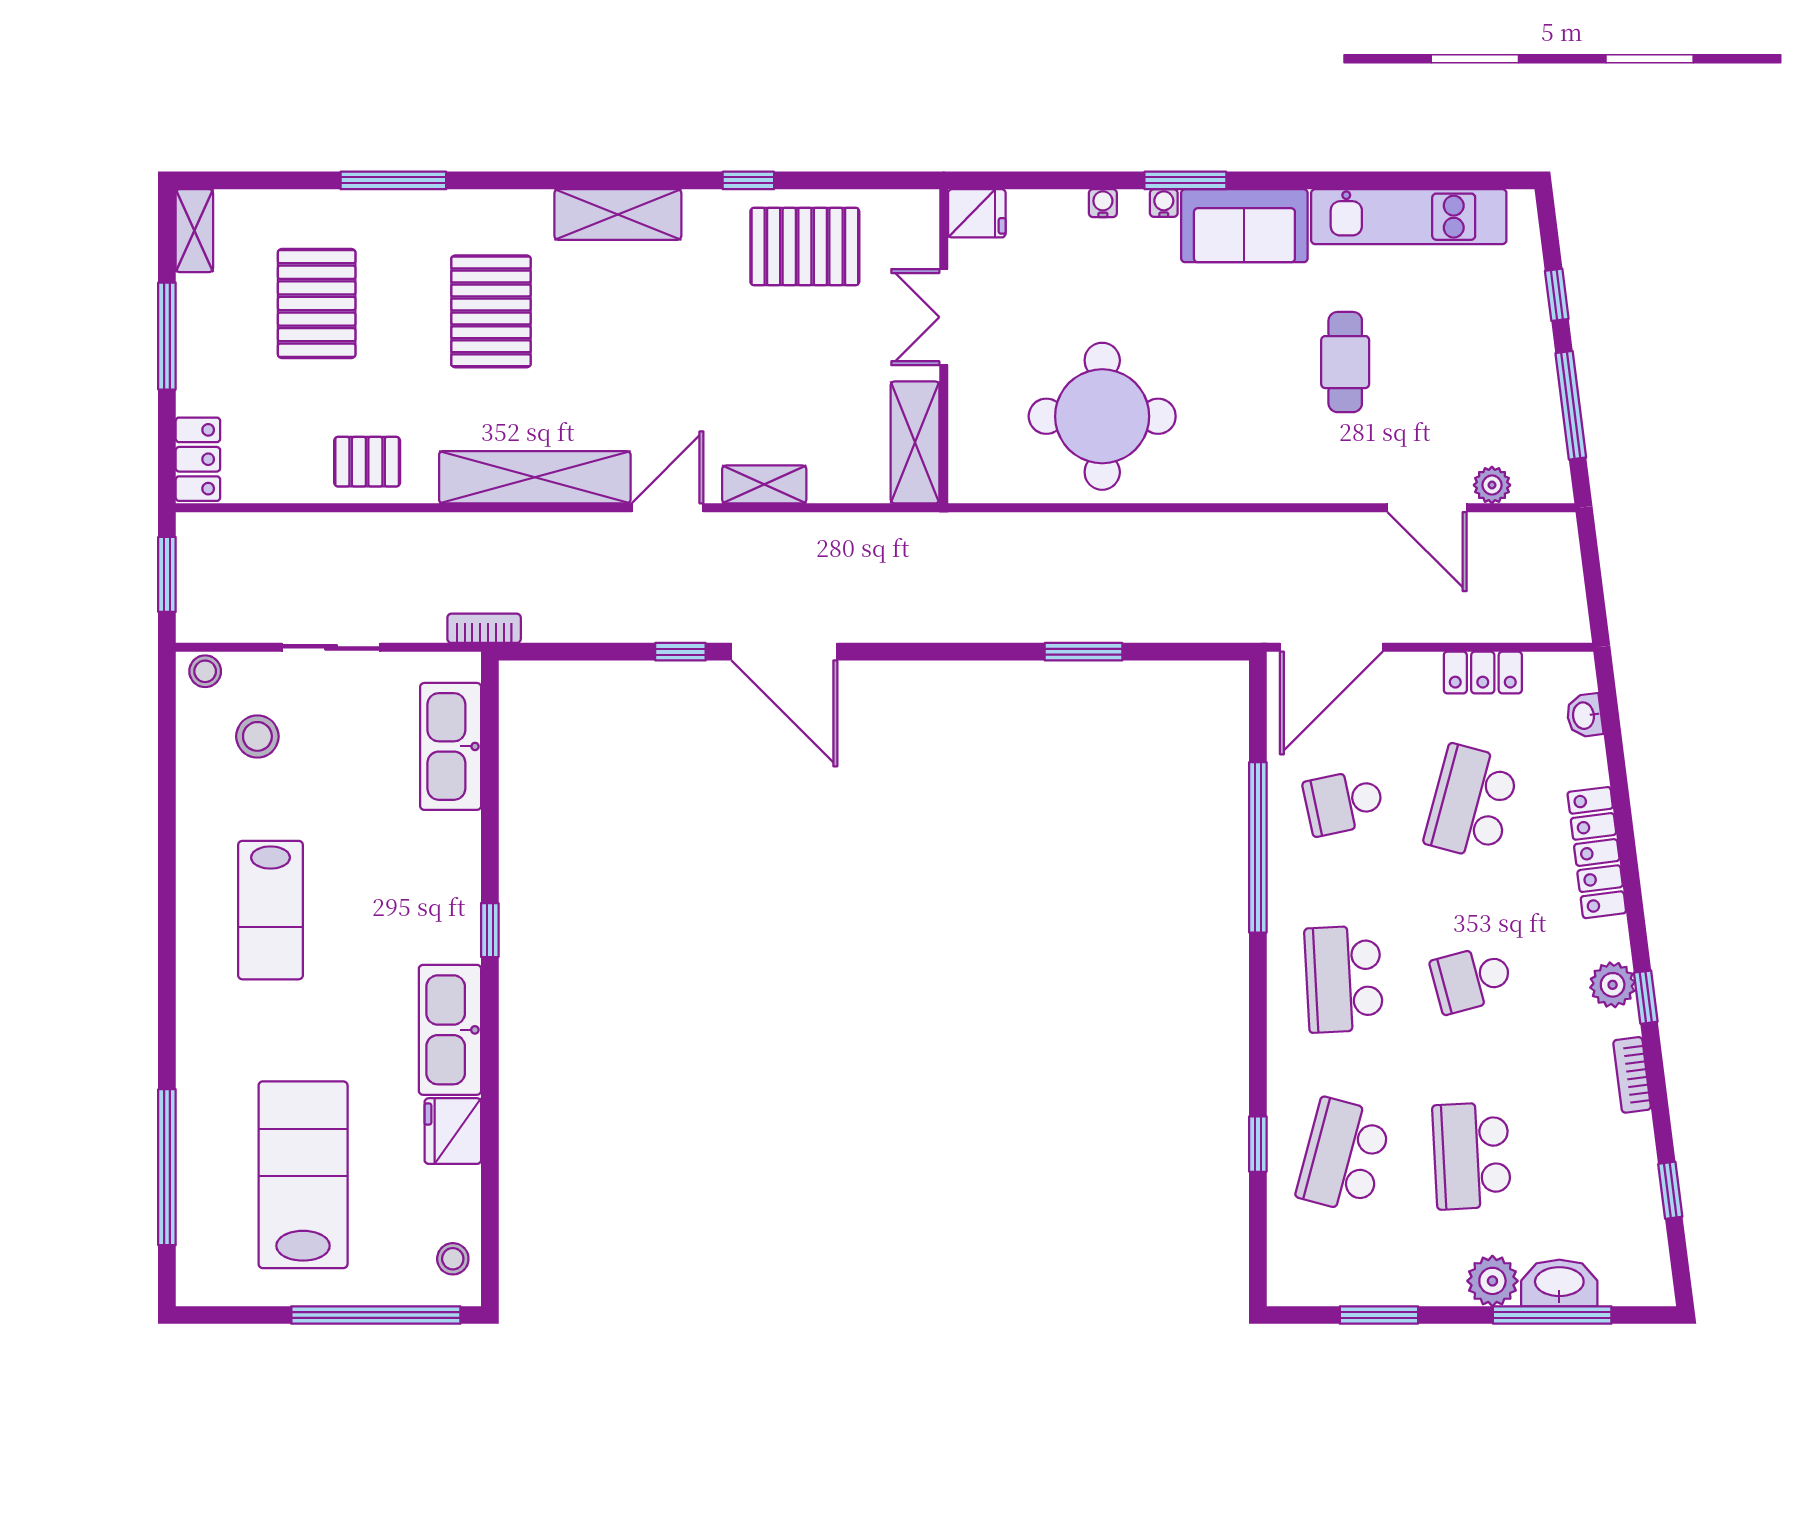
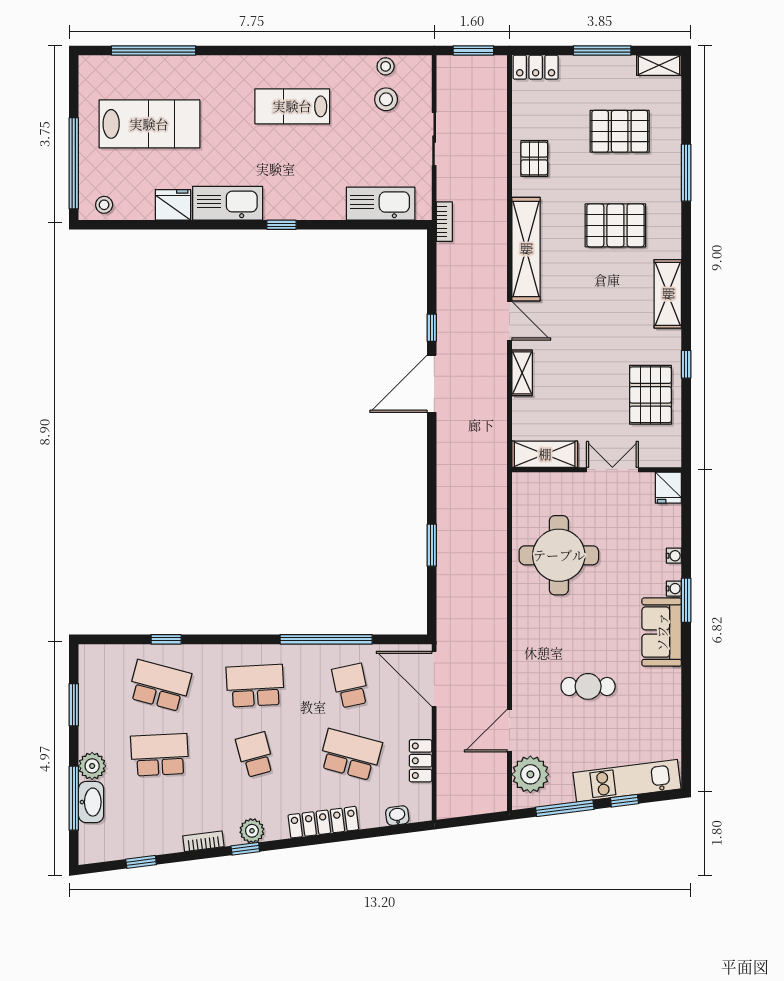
kitchen unit: (1409, 217) -> (627, 781), moved, turned 83
plant: (1492, 485) -> (530, 774), width x1.87, depth x1.87
stool: (205, 671) -> (386, 66), moved

